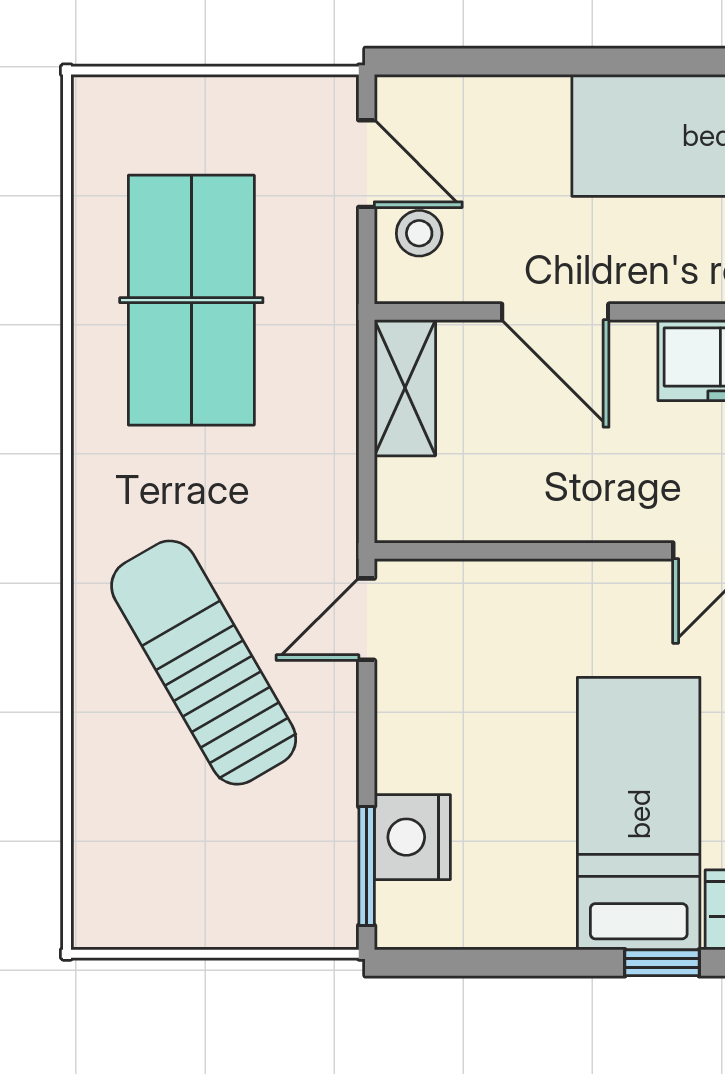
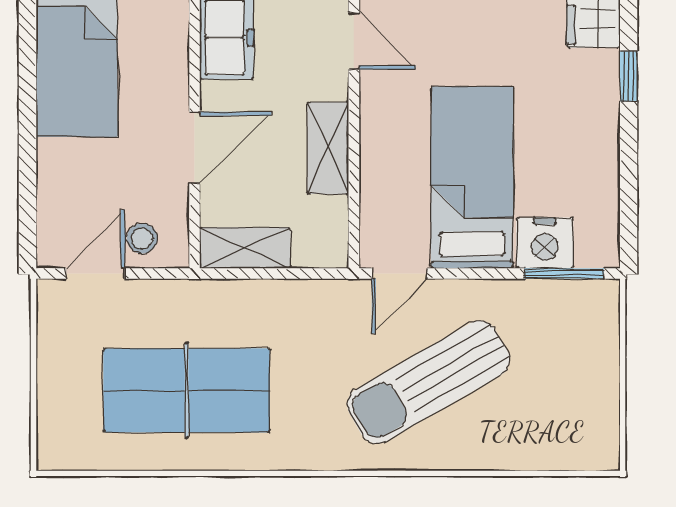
shelving: (555, 512) -> (328, 148), added
door: (367, 619) -> (399, 274), hinge flipped
bed: (639, 814) -> (472, 177), moved, turned 90

